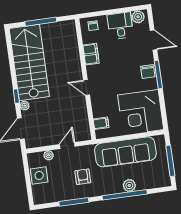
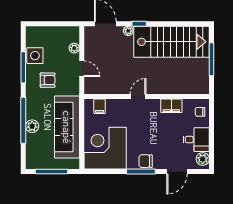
side table: (39, 175) -> (35, 56), moved

